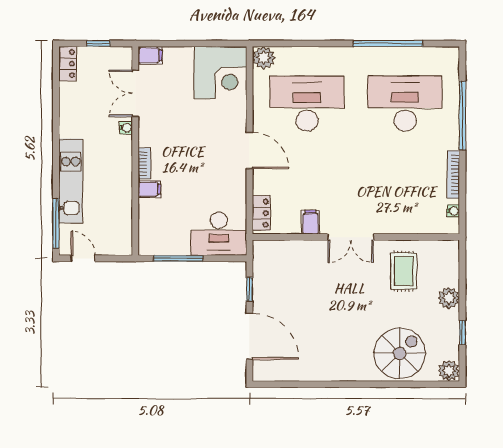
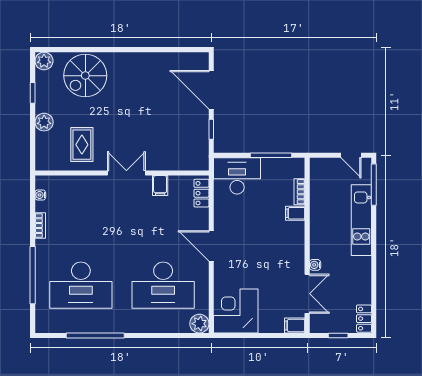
bookcase: (144, 163) -> (299, 192), moved
bookcase: (453, 175) -> (40, 226), width x0.64

